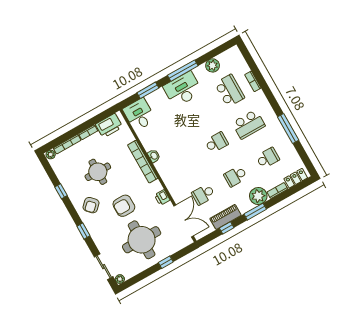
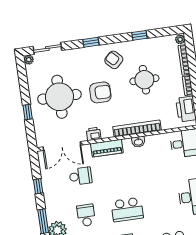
school desk: (216, 143) -> (127, 209), width x1.85
school desk: (203, 194) -> (81, 176), turned 90
armchair: (124, 206) -> (100, 92), turned 90
piano: (226, 217) -> (107, 148), moved, turned 90

